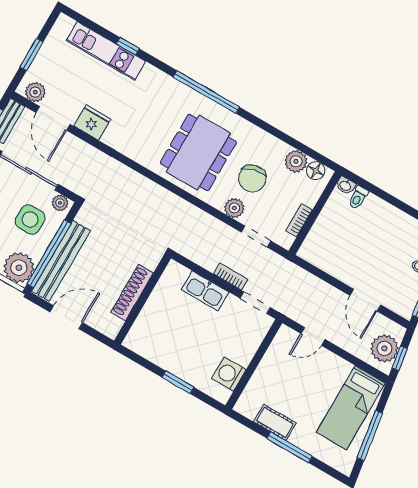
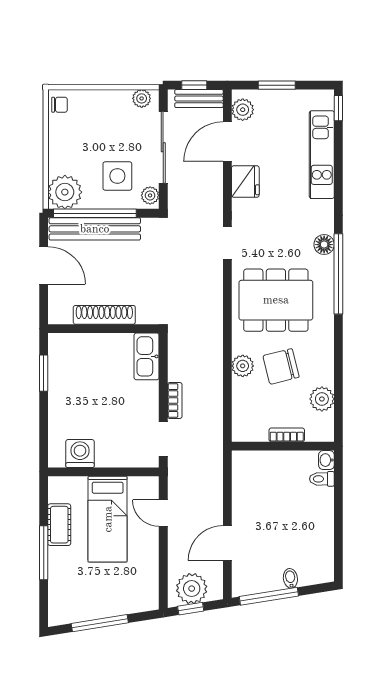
window: (128, 46) -> (338, 108), moved
floor lamp: (316, 171) -> (324, 245), moved
bookcase: (299, 220) -> (287, 435), moved
doorway: (256, 237) -> (227, 243), moved
kitchen sink: (205, 291) -> (147, 356), moved
window: (178, 382) -> (44, 373), moved
bed: (351, 408) -> (108, 519), moved, turned -90

